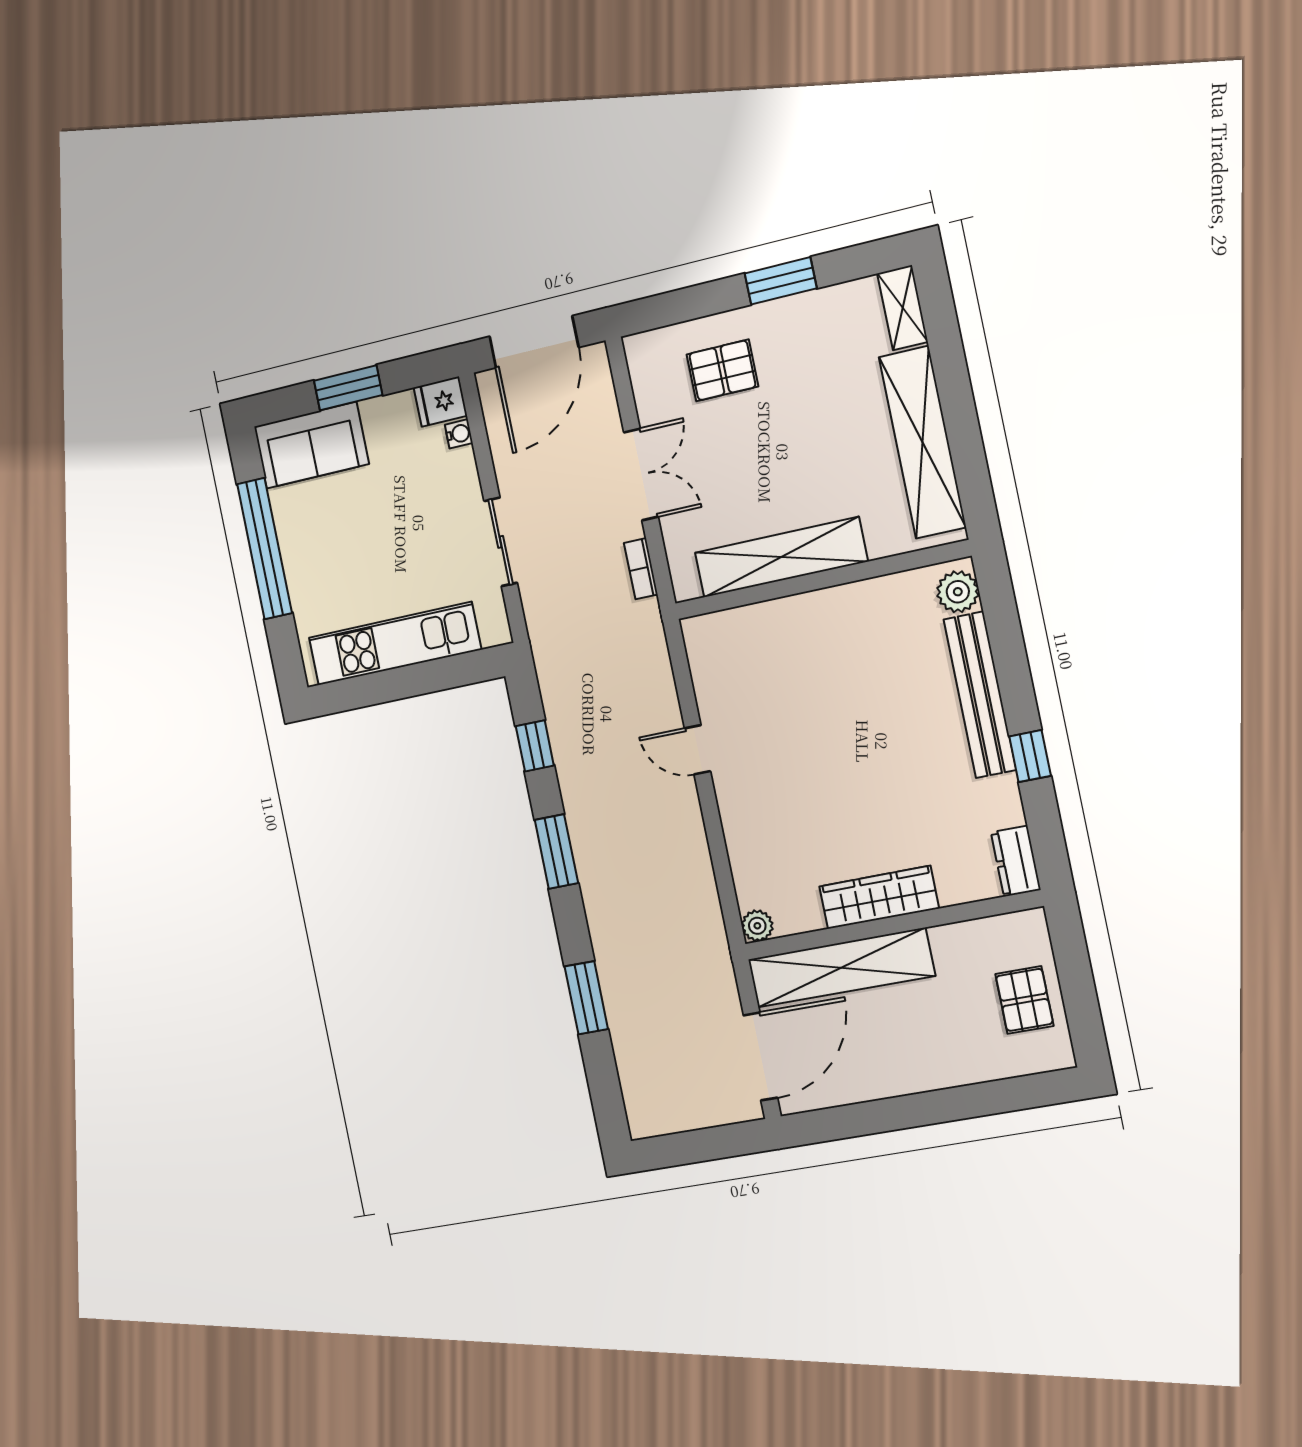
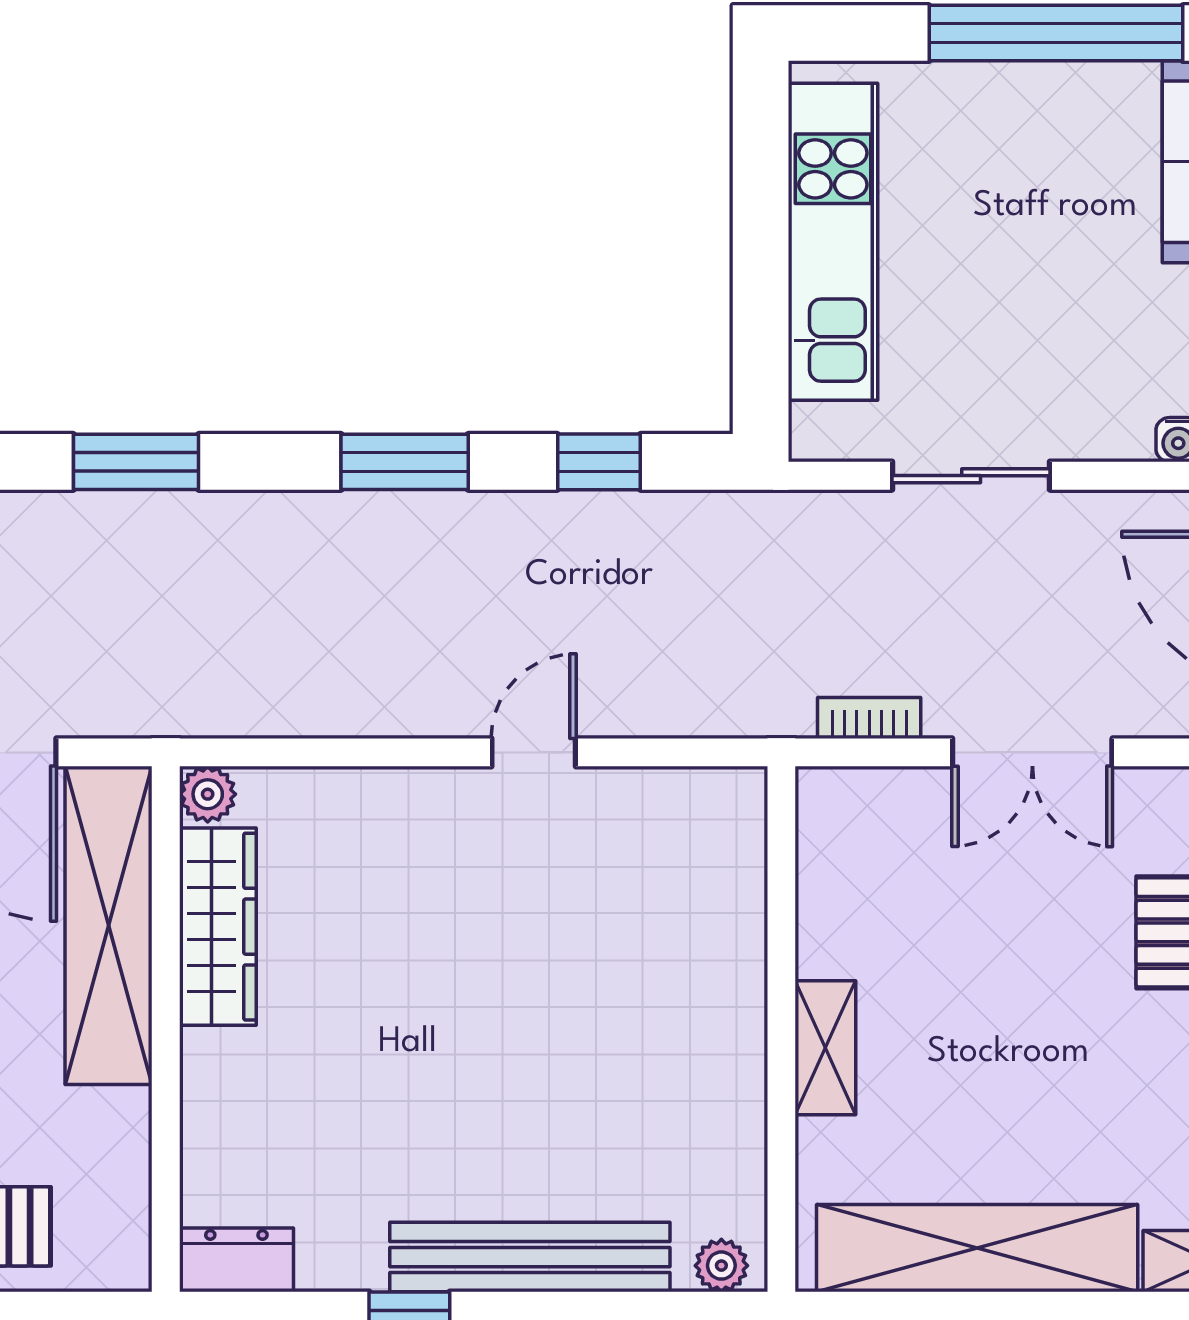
shelving: (781, 557) -> (825, 1048), width x0.45, depth x0.75
plant: (958, 592) -> (721, 1266), width x0.73, depth x0.73
wardrobe: (879, 897) -> (218, 927), moved

